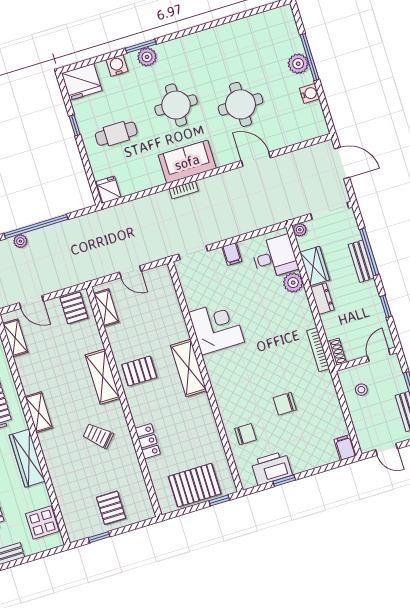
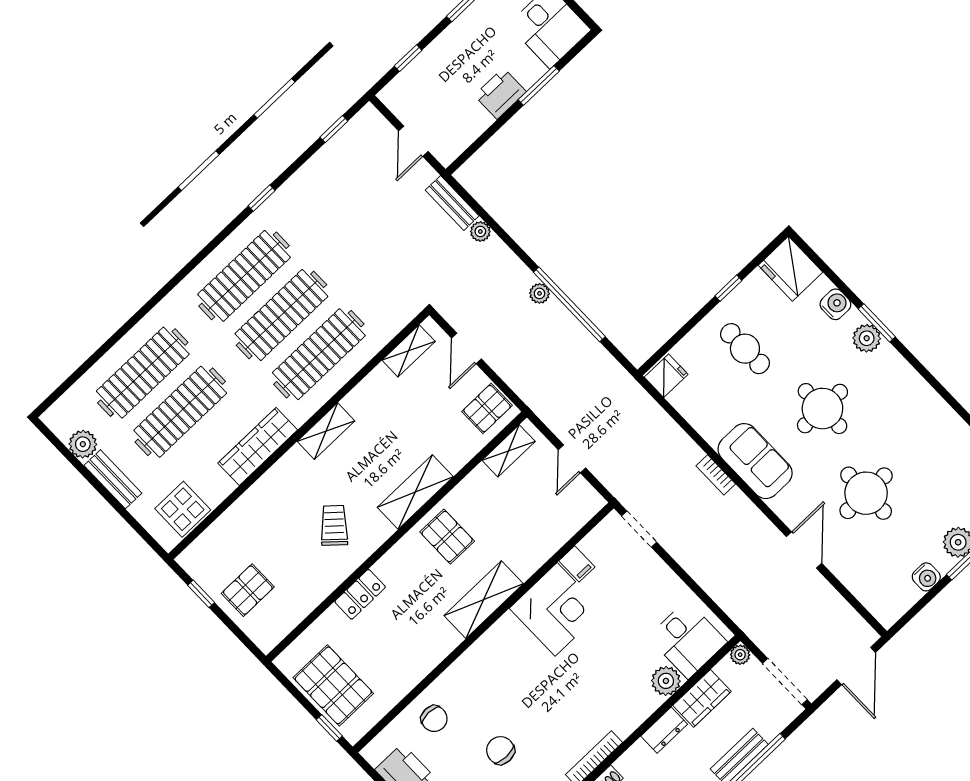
filing cabinet: (232, 254) -> (577, 564), moved, turned -90

